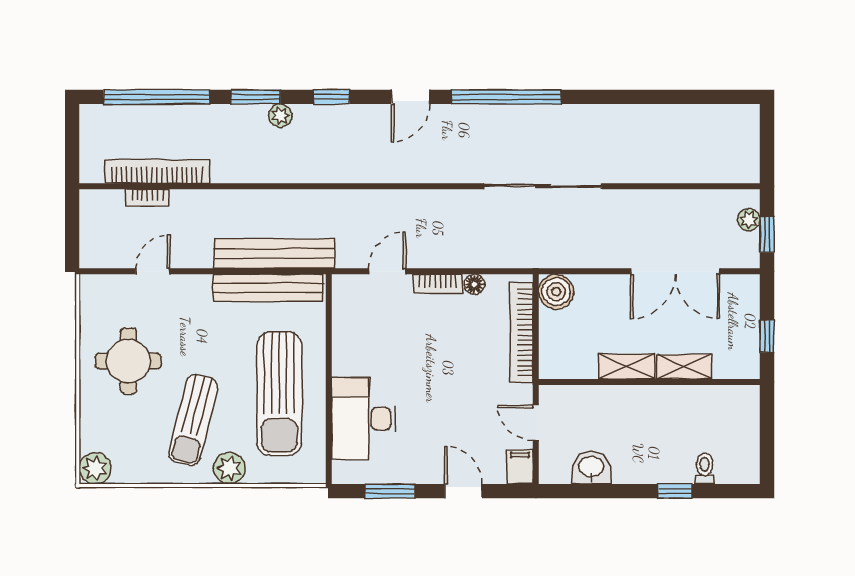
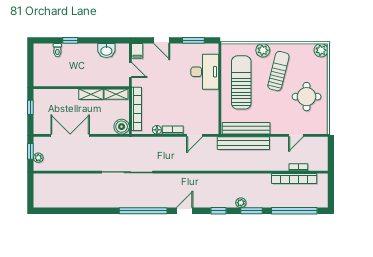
shelving: (684, 367) -> (116, 94), moved

